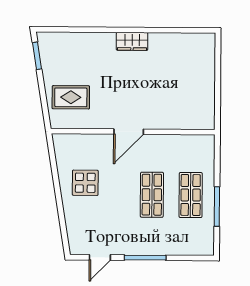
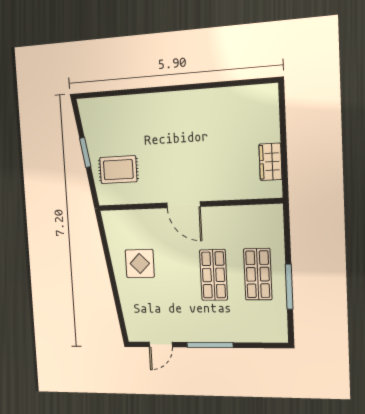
wardrobe: (132, 41) -> (270, 162), moved, turned 90
window: (37, 56) -> (85, 152), moved
door: (129, 132) -> (184, 205), hinge flipped

